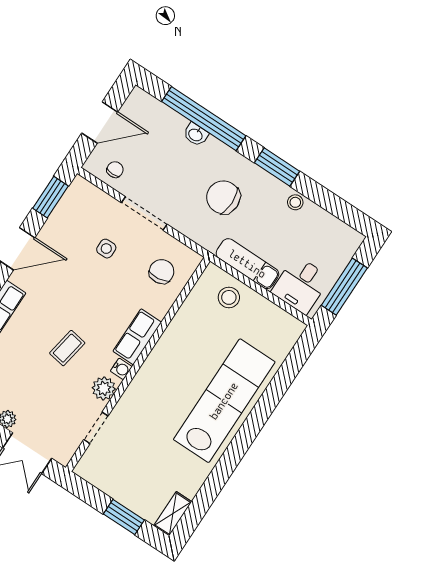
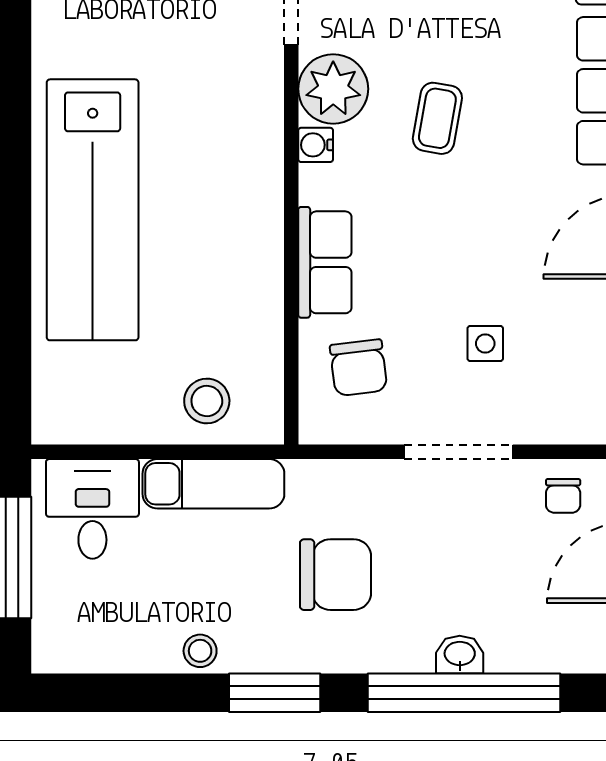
row of seats: (137, 337) -> (325, 262), moved
plant: (104, 388) -> (333, 89), width x1.36, depth x1.36

